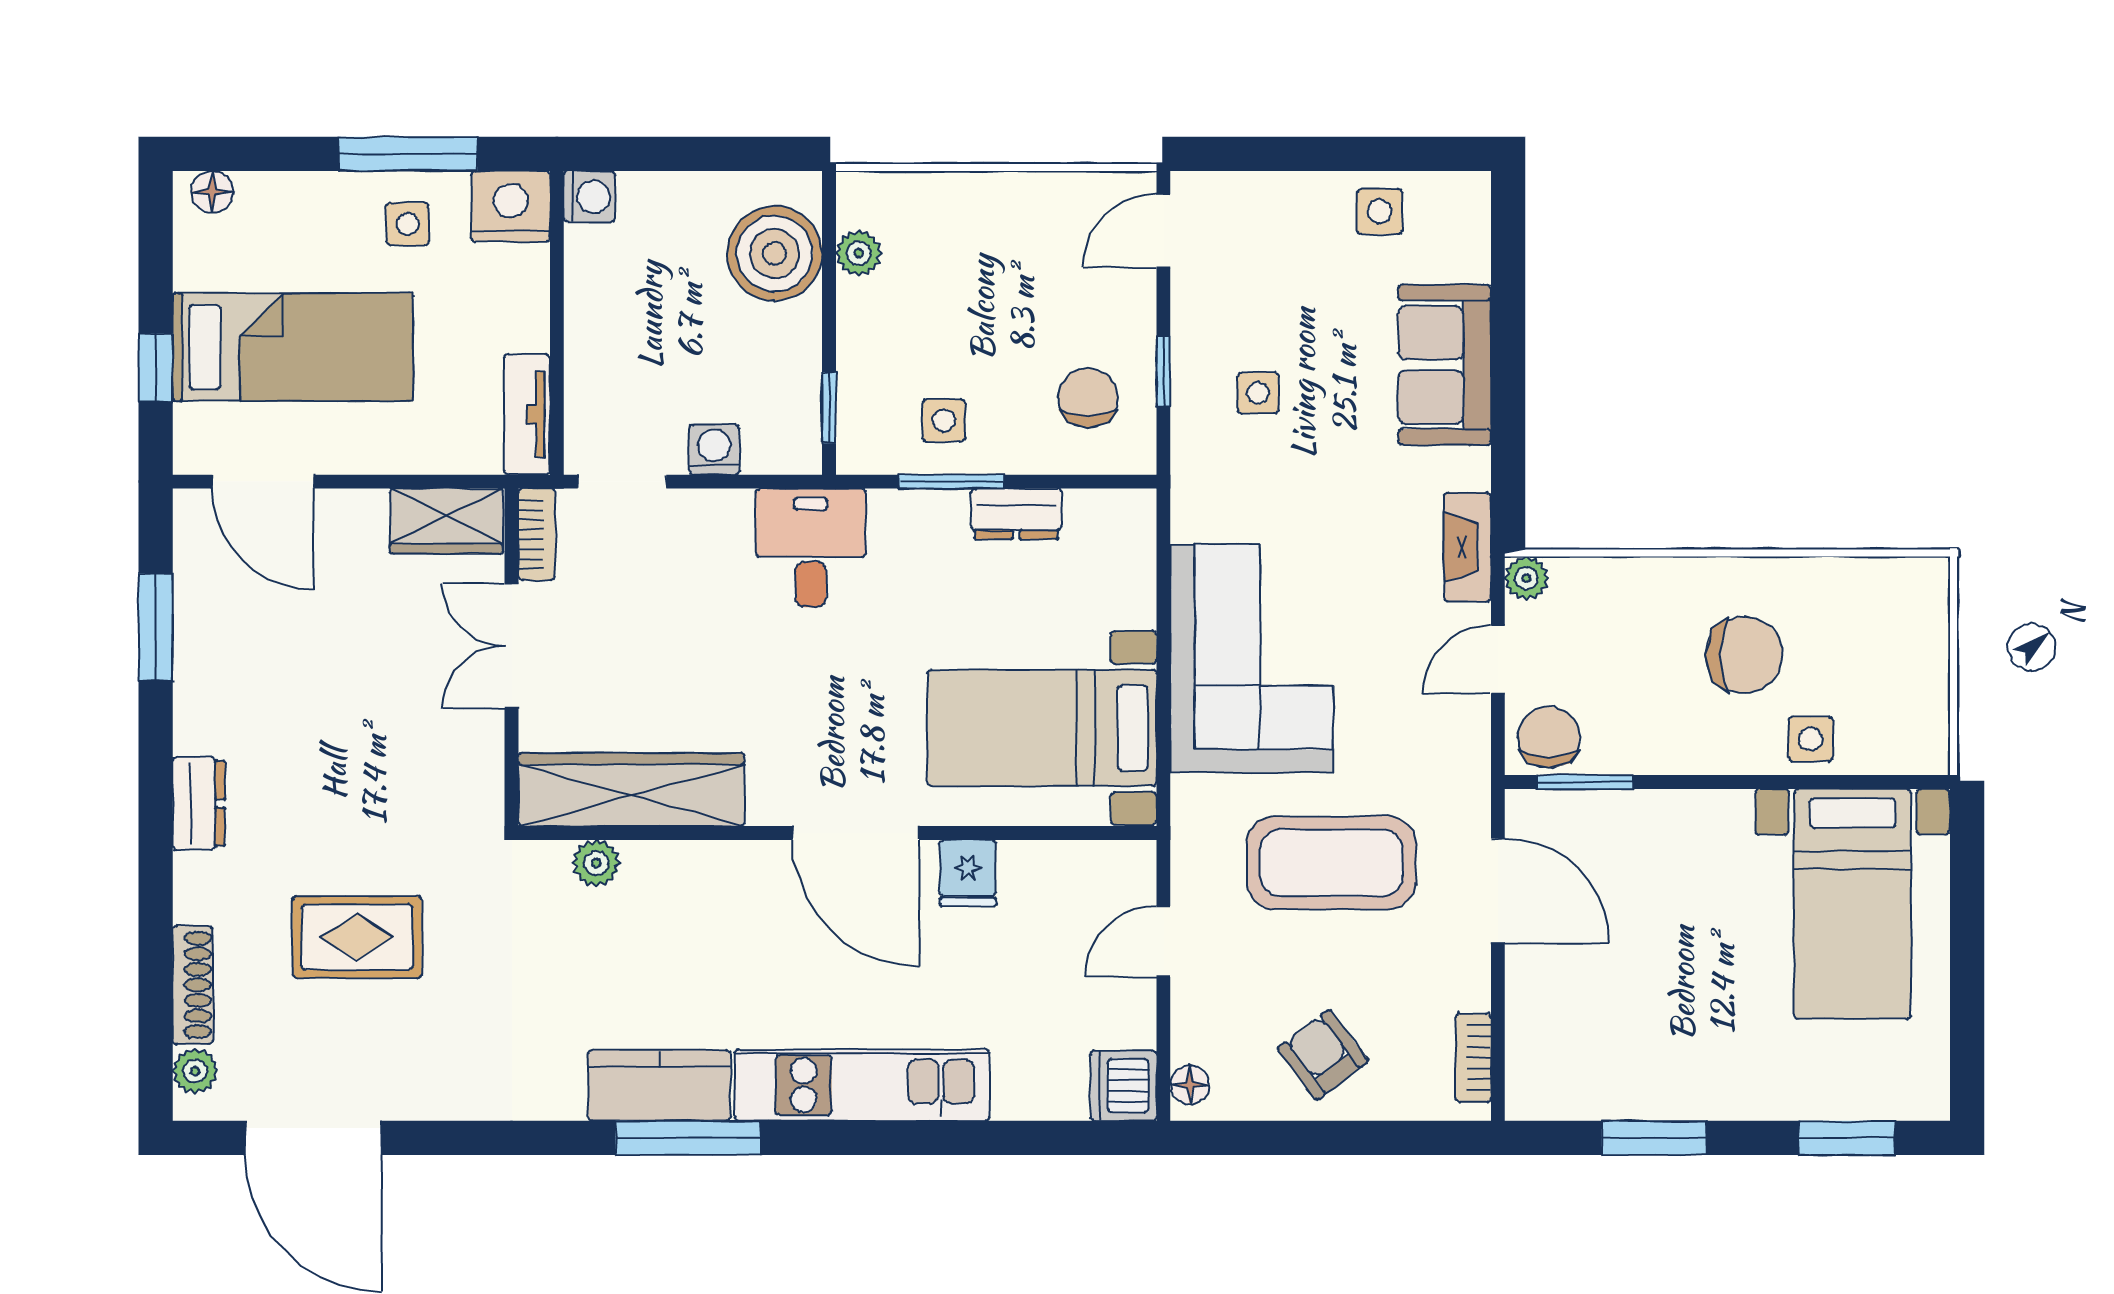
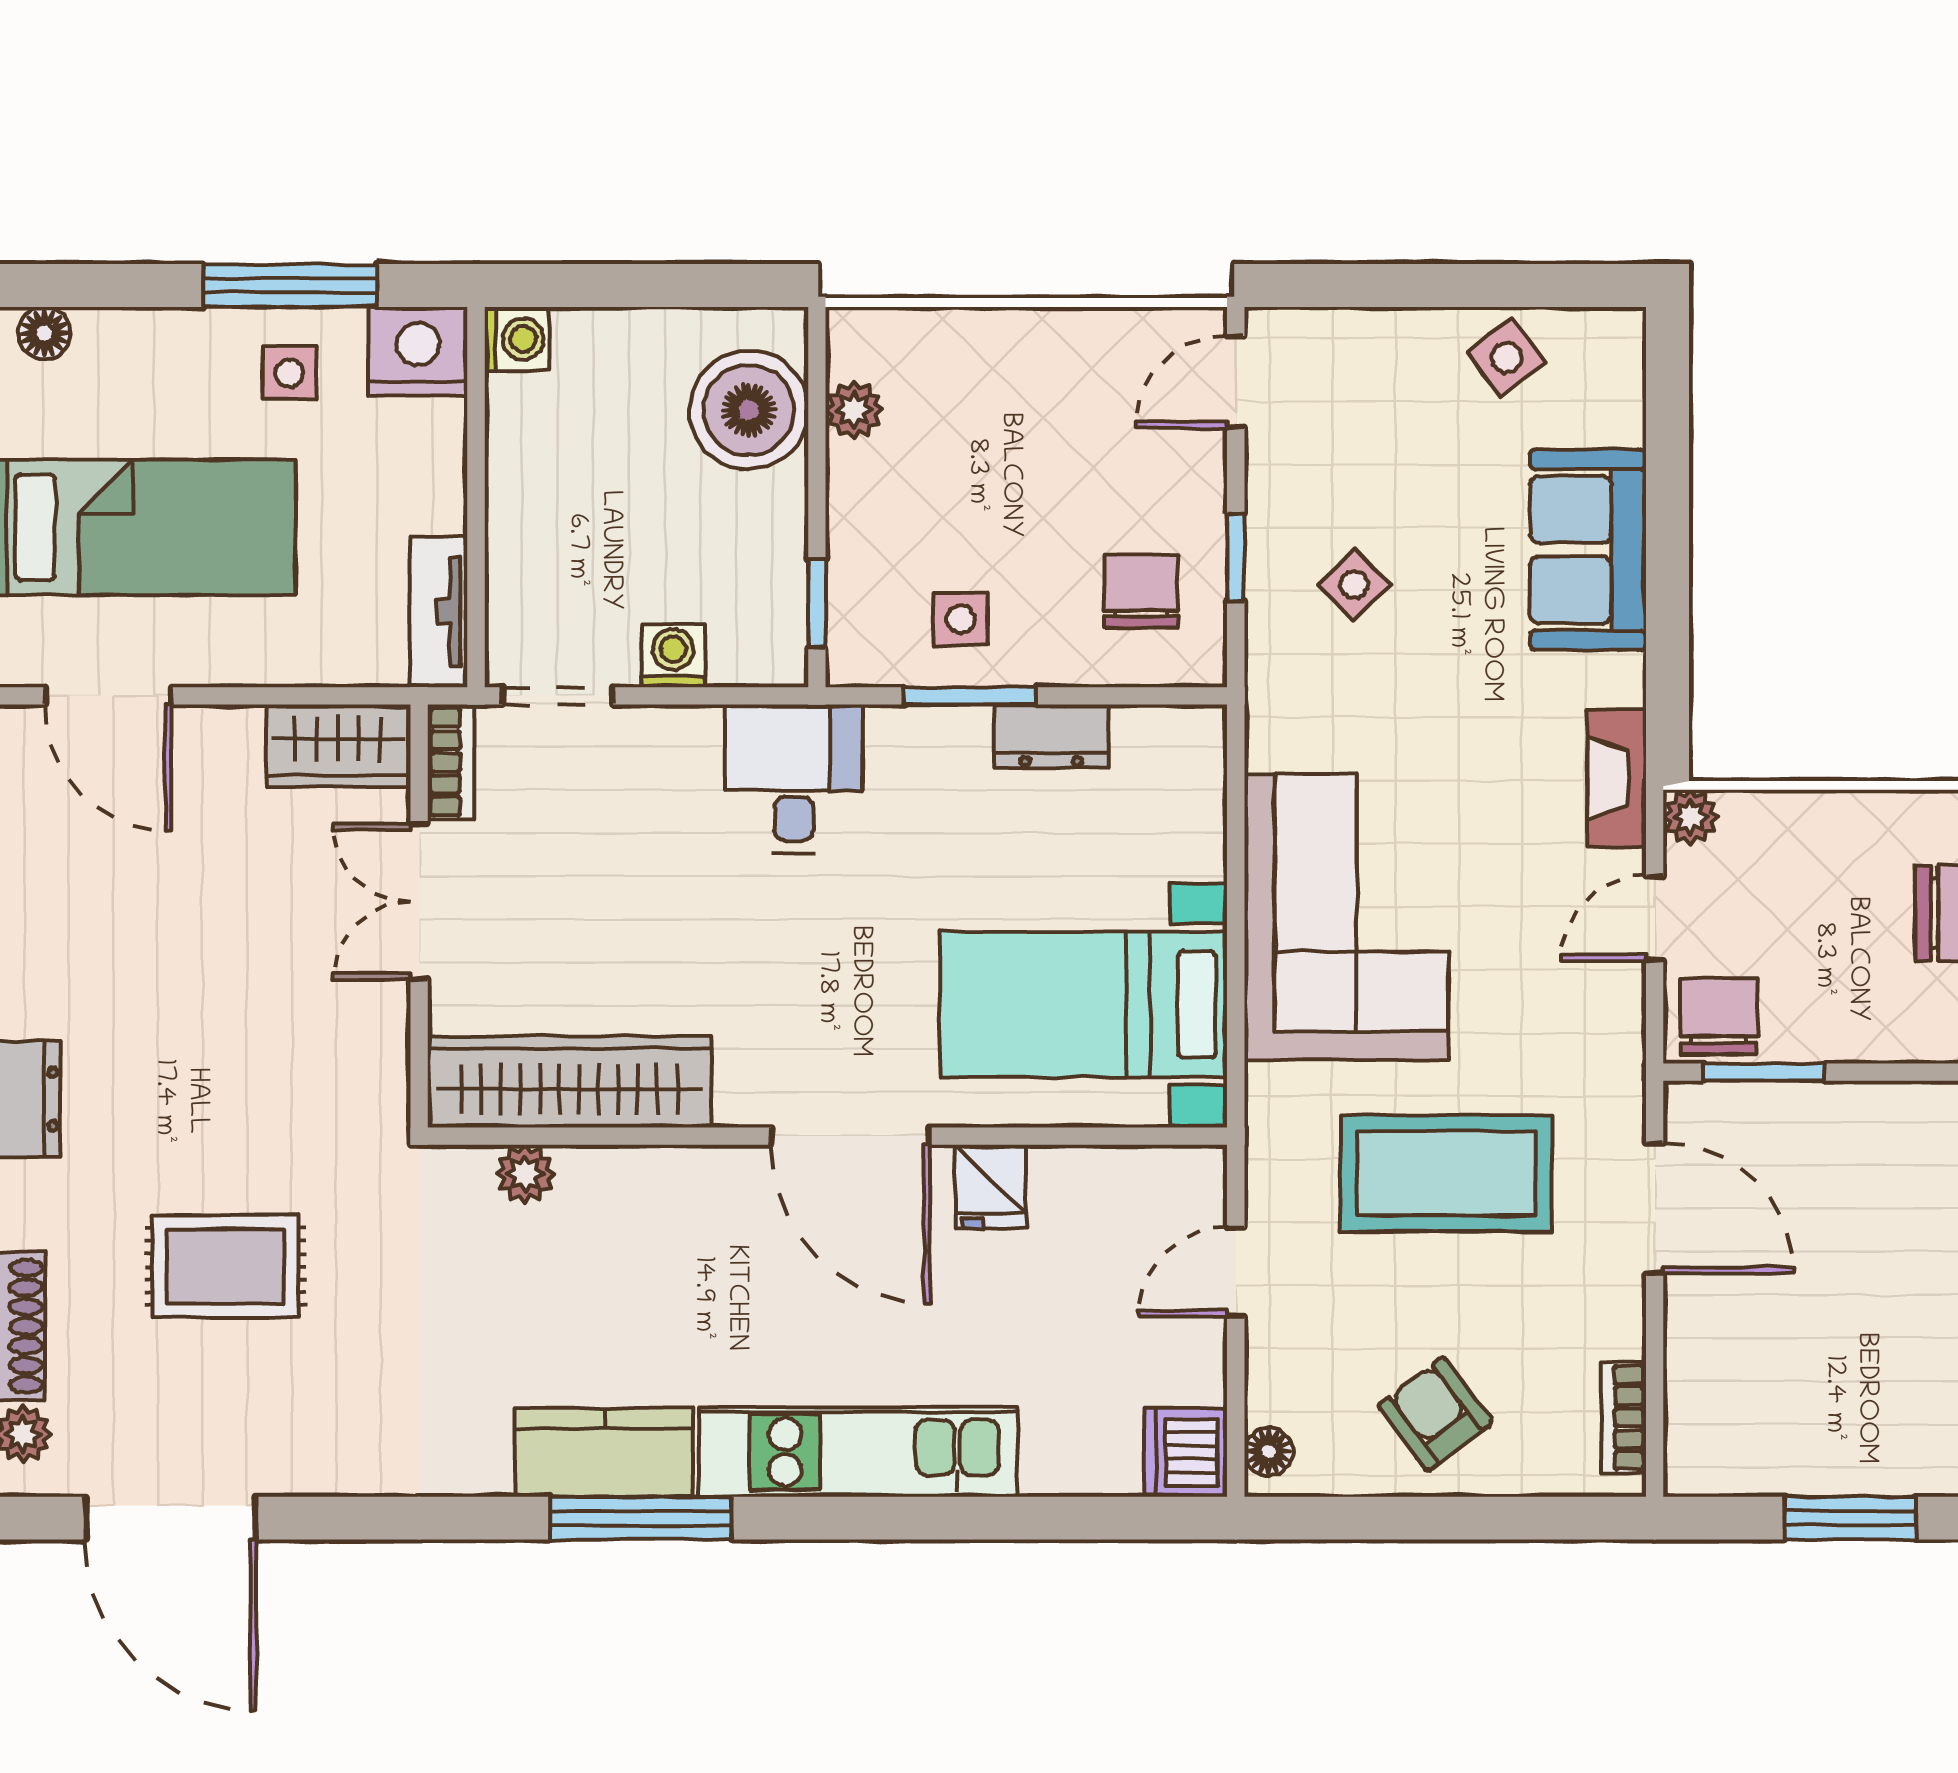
side table: (1380, 212) -> (1507, 358), turned -37
side table: (1258, 393) -> (1354, 585), turned 45

